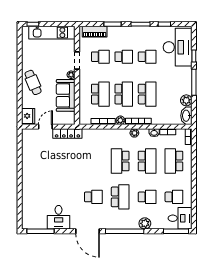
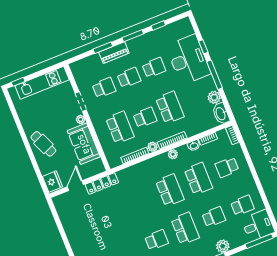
piano: (95, 32) -> (114, 53), moved
desk: (178, 47) -> (188, 60), moved
school desk: (124, 94) -> (145, 117), width x0.54
school desk: (120, 161) -> (170, 190), turned 180
school desk: (174, 161) -> (227, 167), width x0.54

